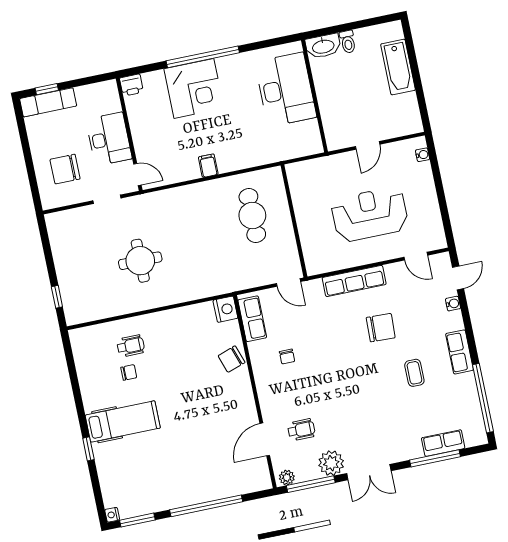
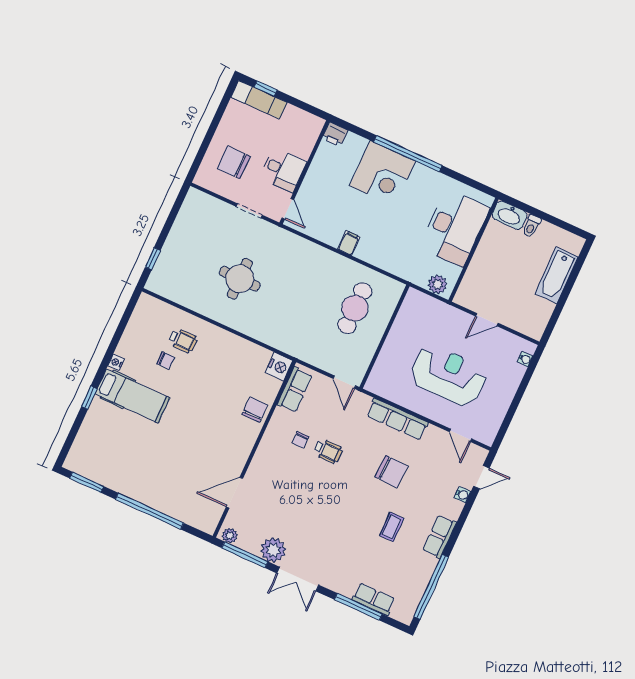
desk: (109, 139) -> (283, 170), width x0.73
plant: (306, 146) -> (438, 284), added
chair: (232, 359) -> (255, 410), turned 109
wheelchair: (301, 430) -> (328, 451), moved
nightstand: (112, 515) -> (116, 362), moved

